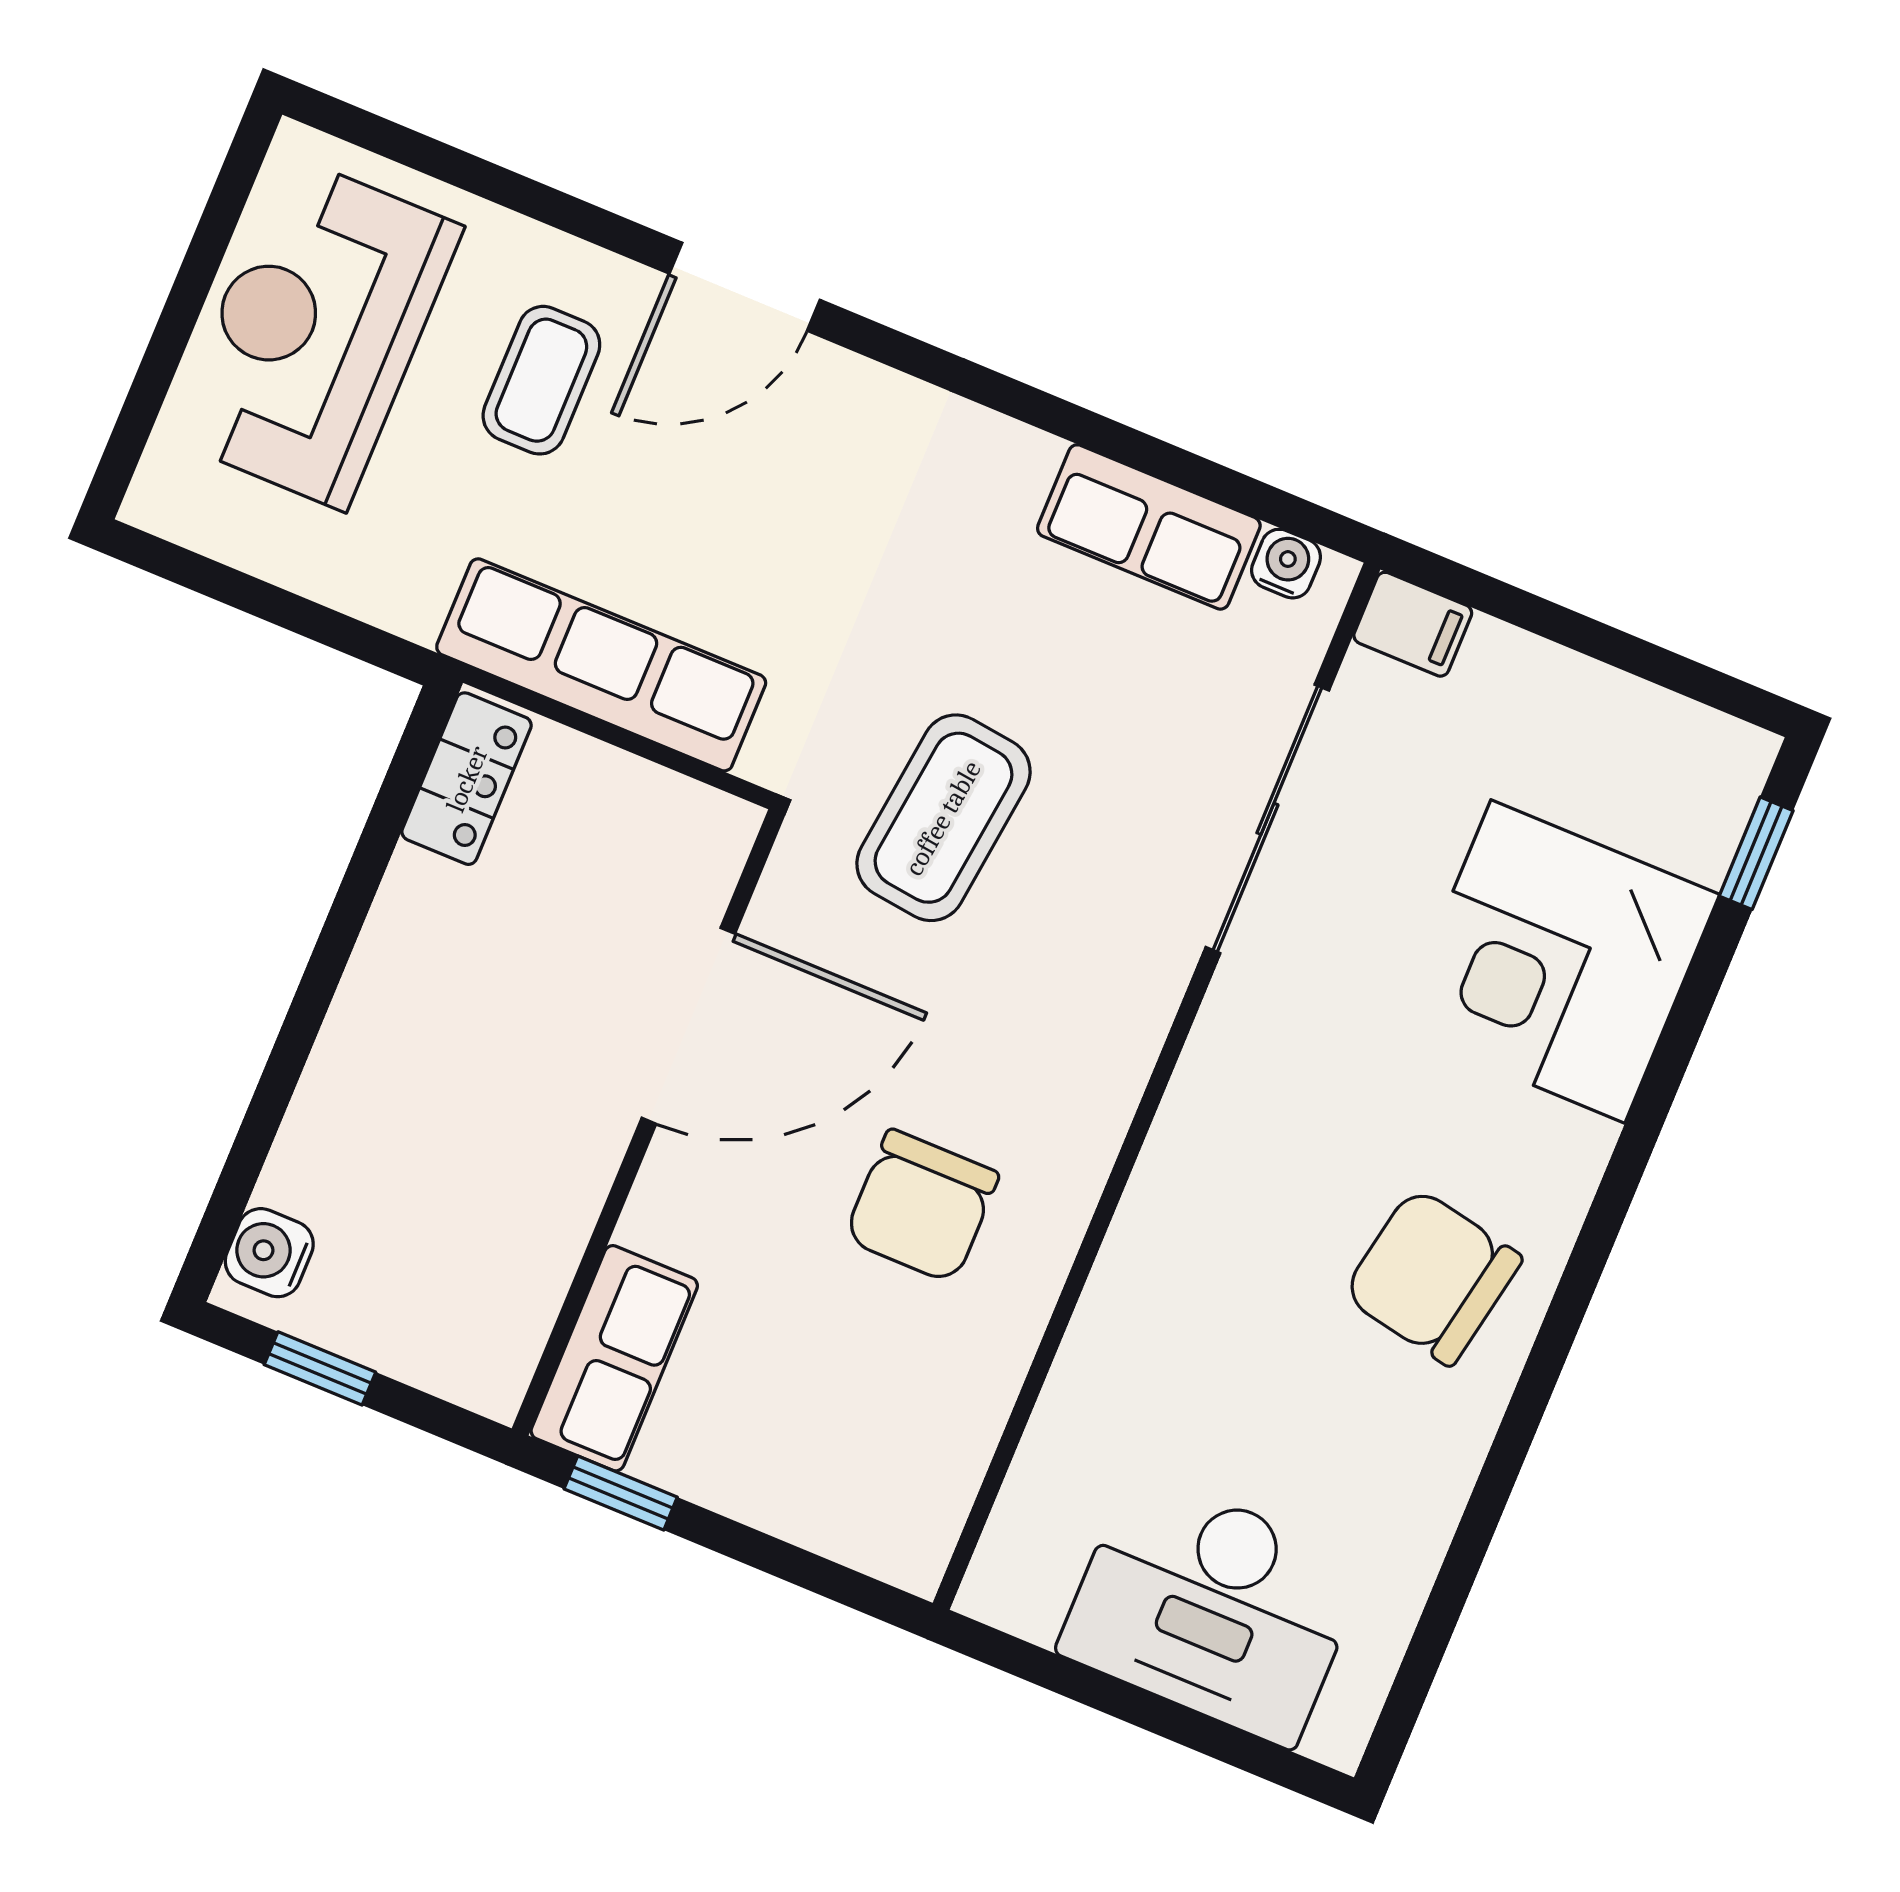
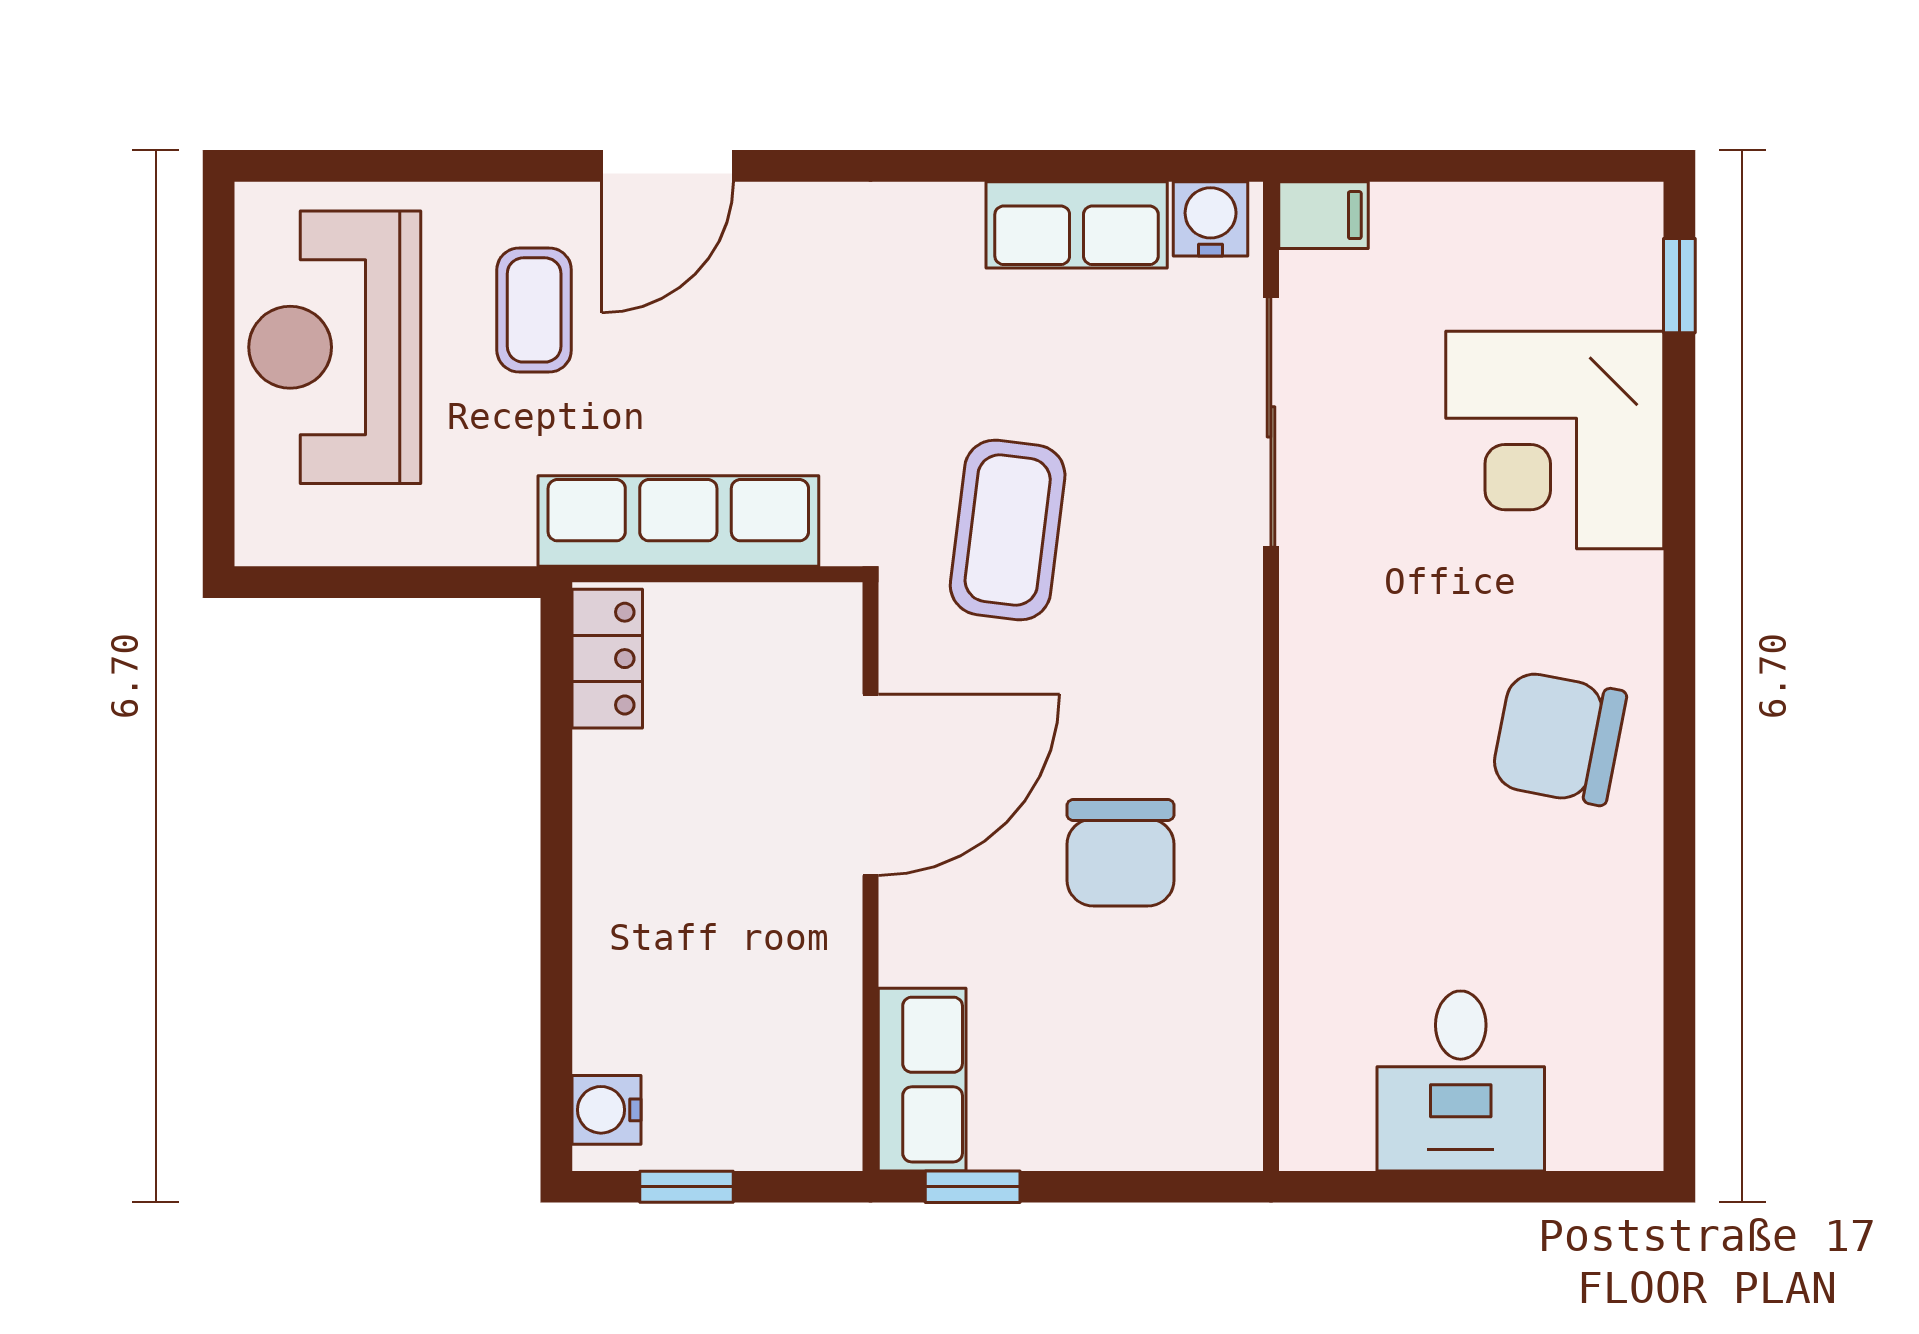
water cooler: (1286, 564) -> (1211, 219), width x1.38, depth x1.38
desk: (1213, 1608) -> (1461, 1081), width x0.73

